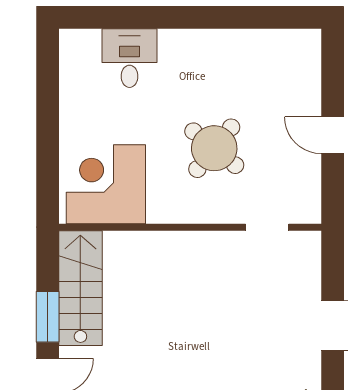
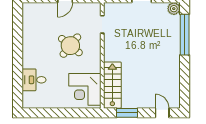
stairs: (80, 288) -> (112, 85), moved, turned 90
window: (48, 317) -> (127, 113), moved

